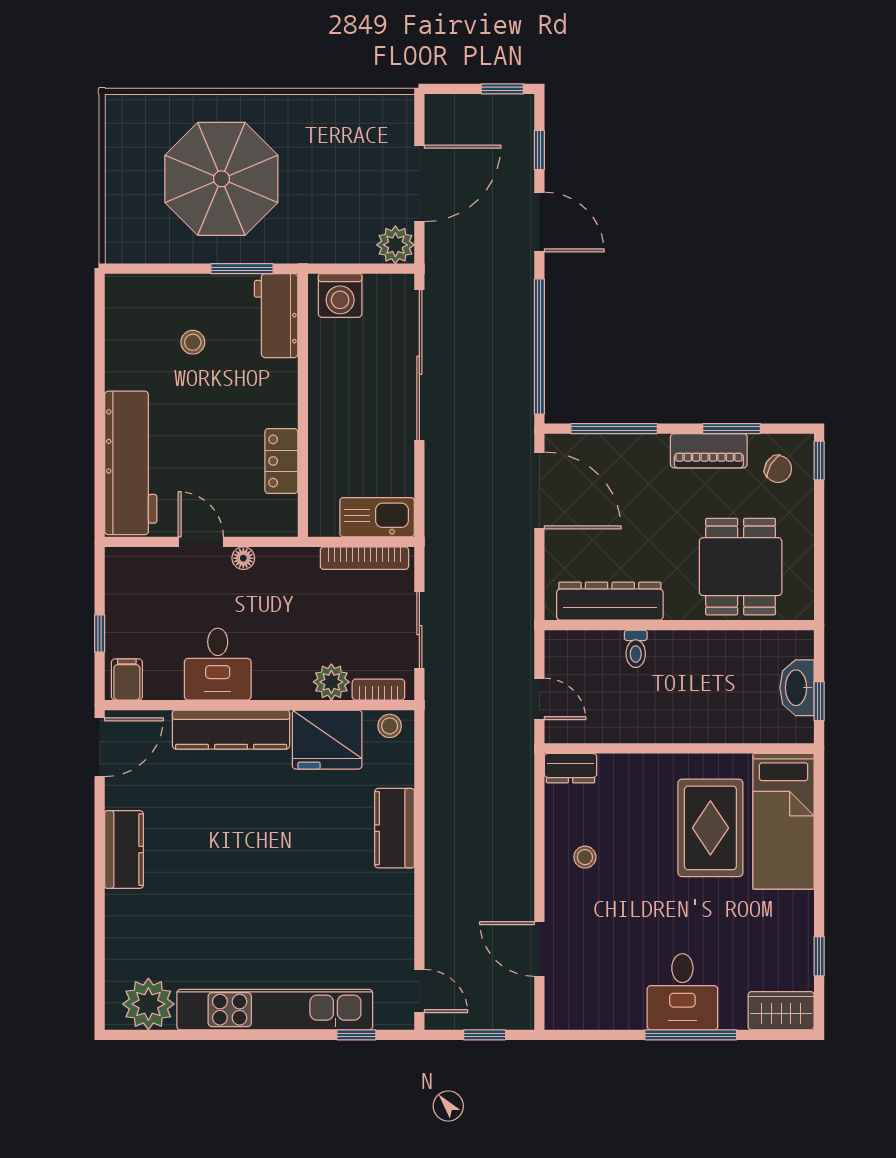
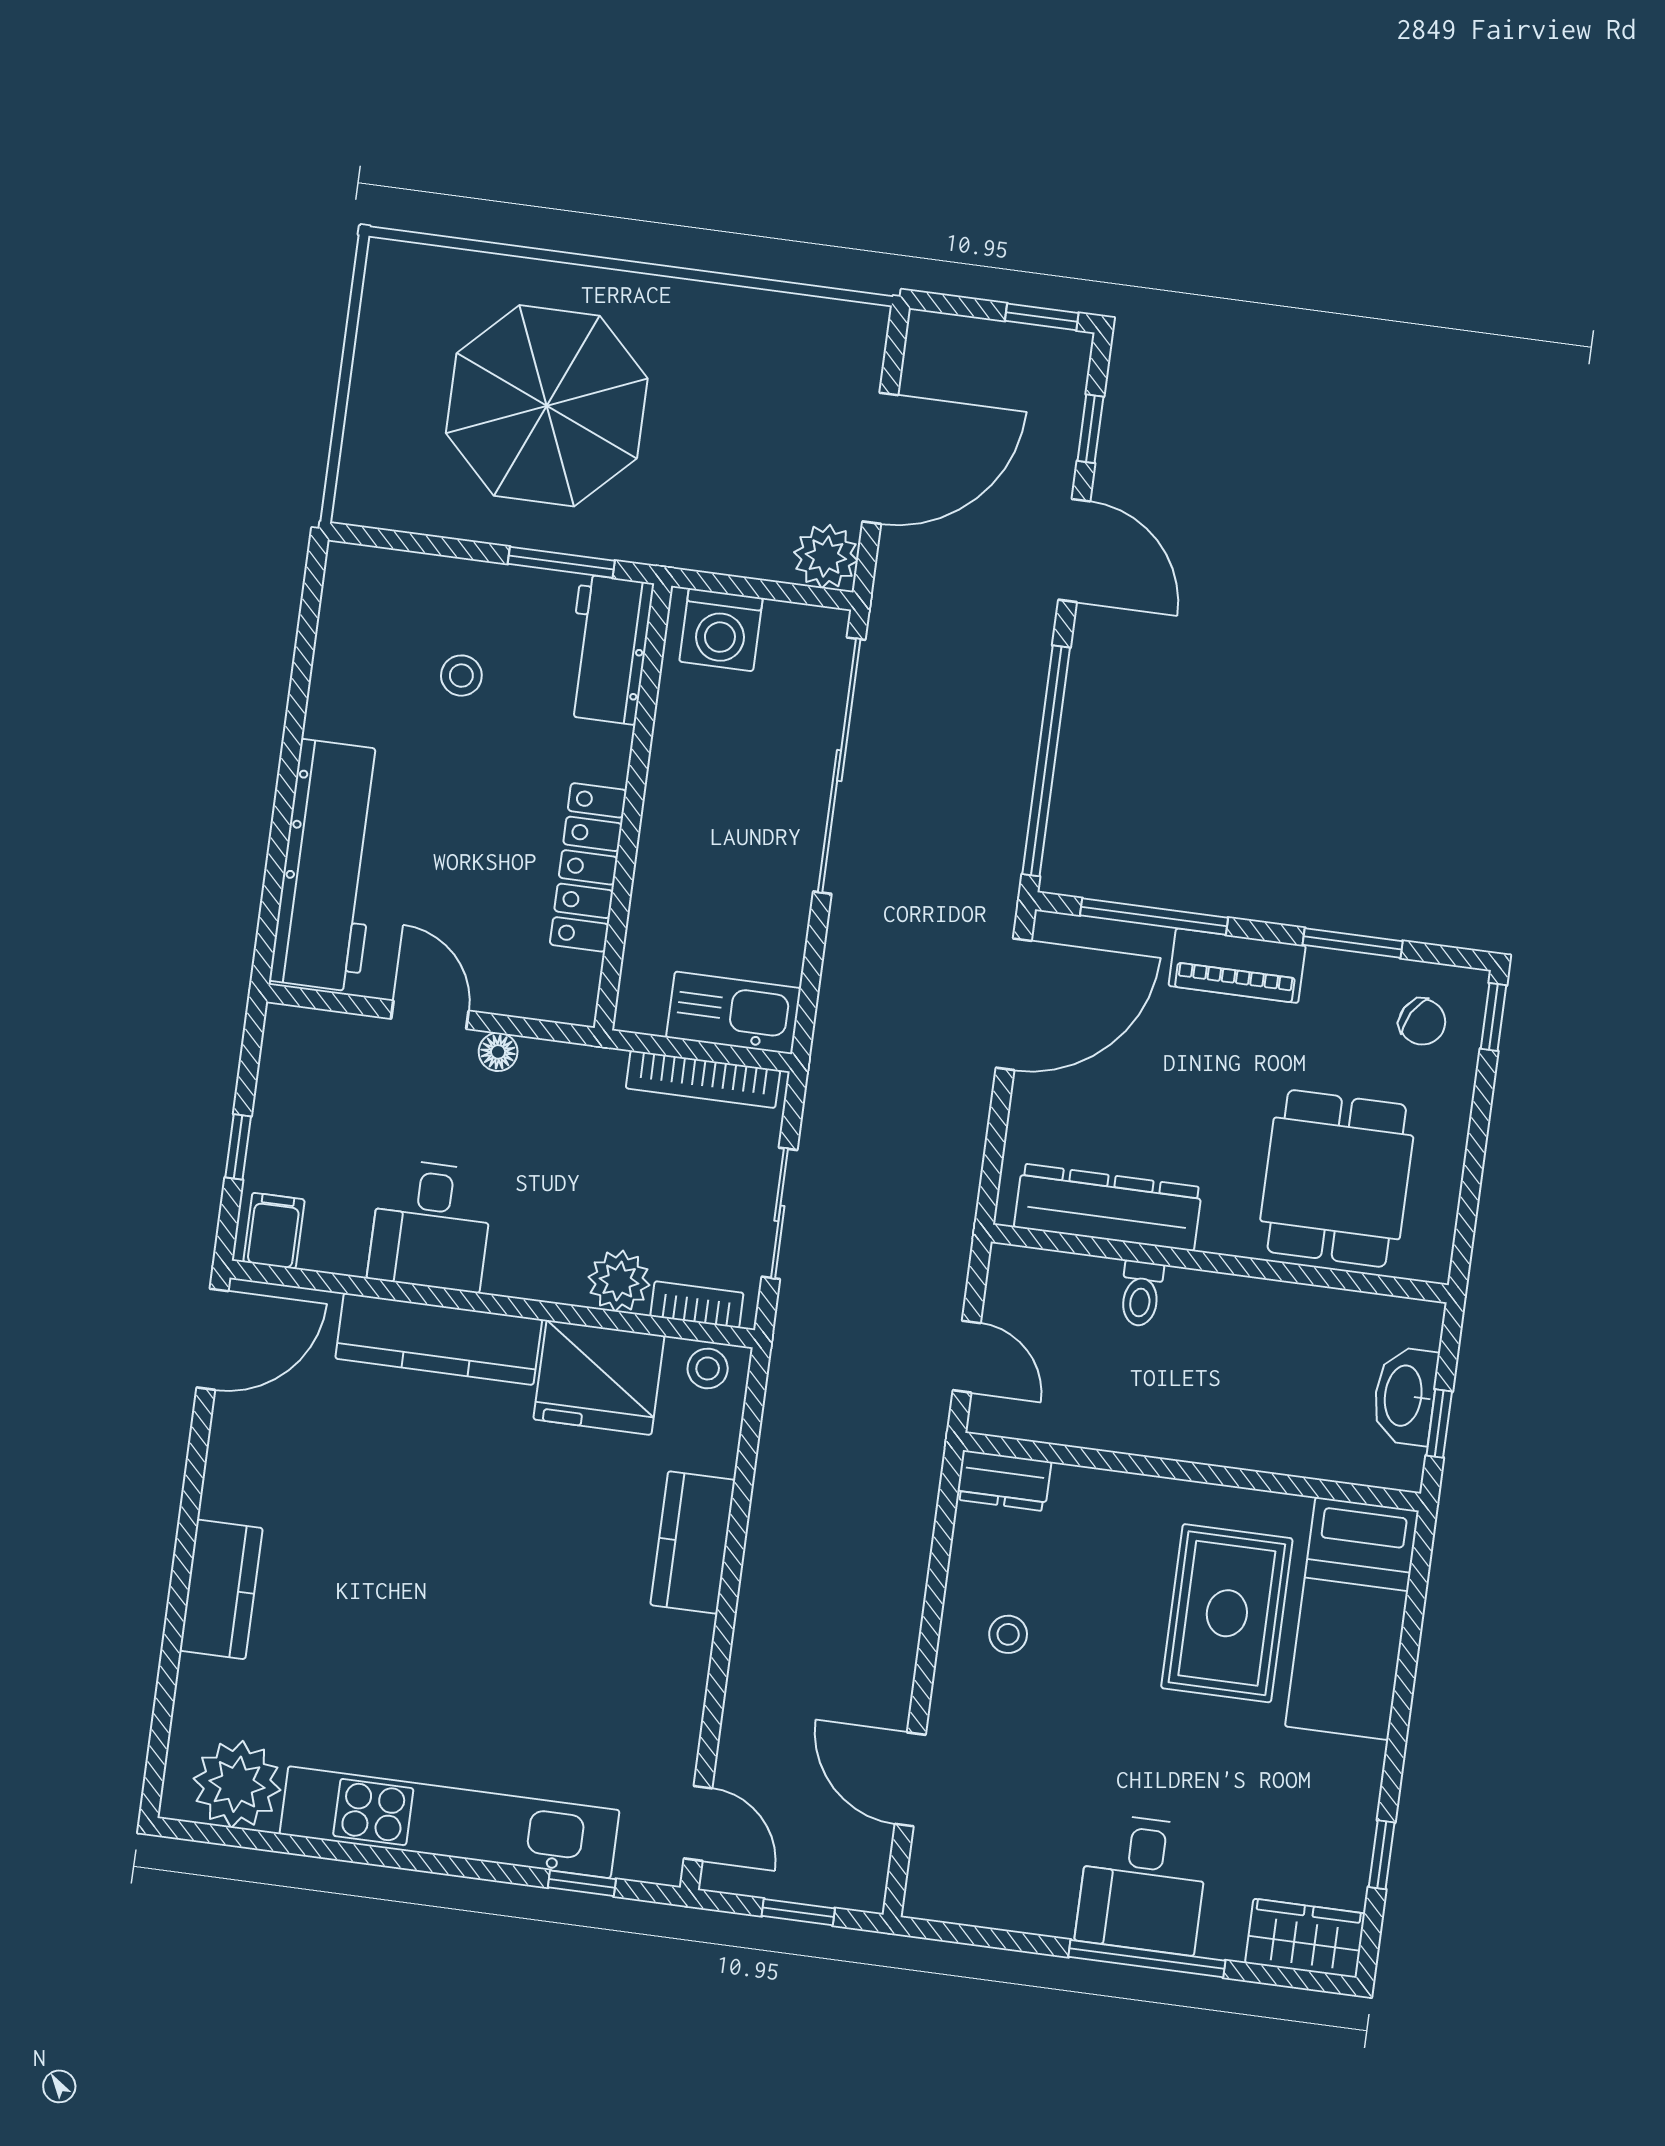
piano: (709, 451) -> (1237, 966), moved
locker: (281, 461) -> (588, 867), width x1.53
door: (539, 490) -> (1014, 1004), hinge flipped
kitchen counter: (124, 850) -> (221, 1589), moved

